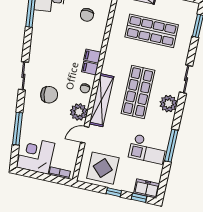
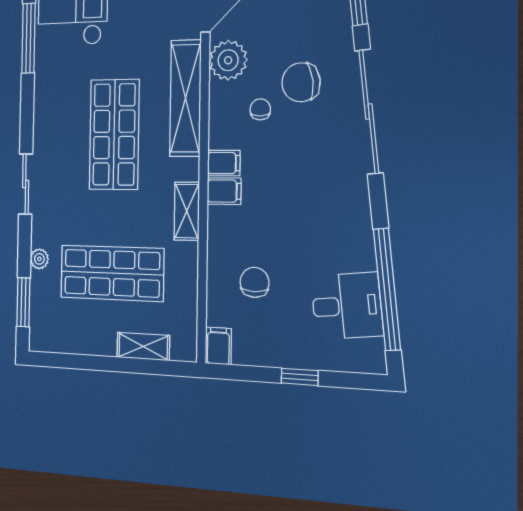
shelving: (111, 51) -> (187, 211), added
sliding door: (23, 76) -> (369, 112), width x1.86
chair: (85, 88) -> (260, 109), moved
plant: (168, 104) -> (39, 259), moved, width x0.53, depth x0.53

